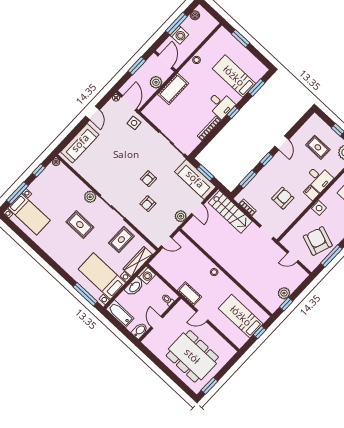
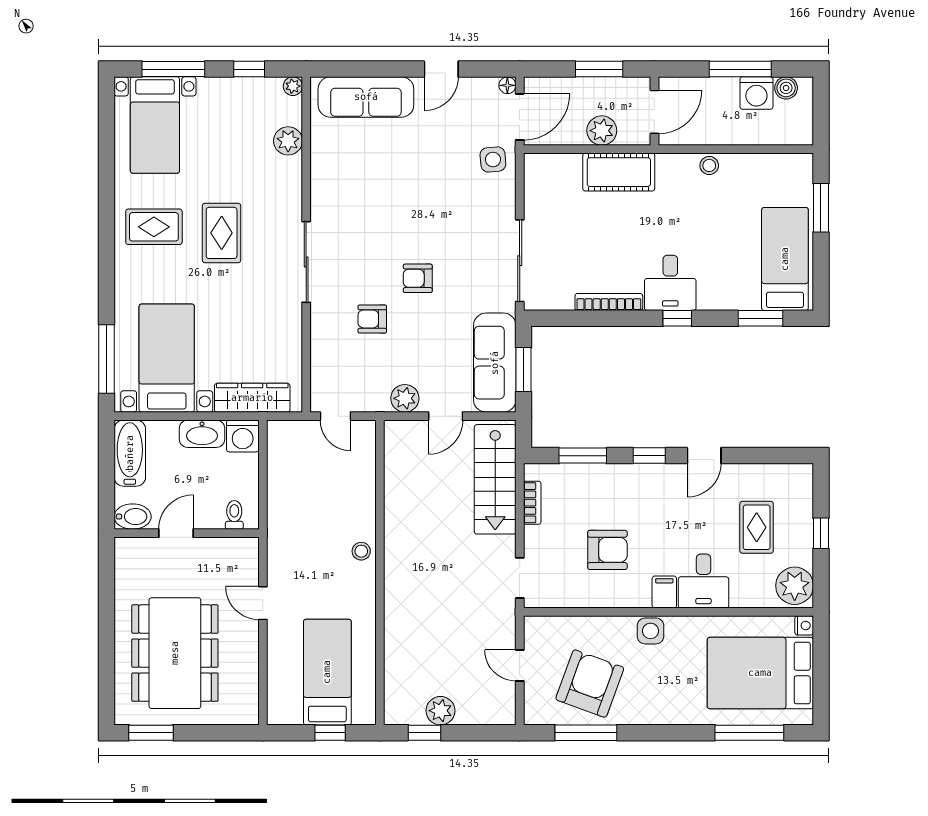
washing machine: (179, 35) -> (756, 93), moved
bed: (234, 76) -> (785, 259), moved
plant: (90, 197) -> (288, 141), moved
rug: (121, 240) -> (154, 227), moved
cot: (189, 294) -> (282, 543), removed

